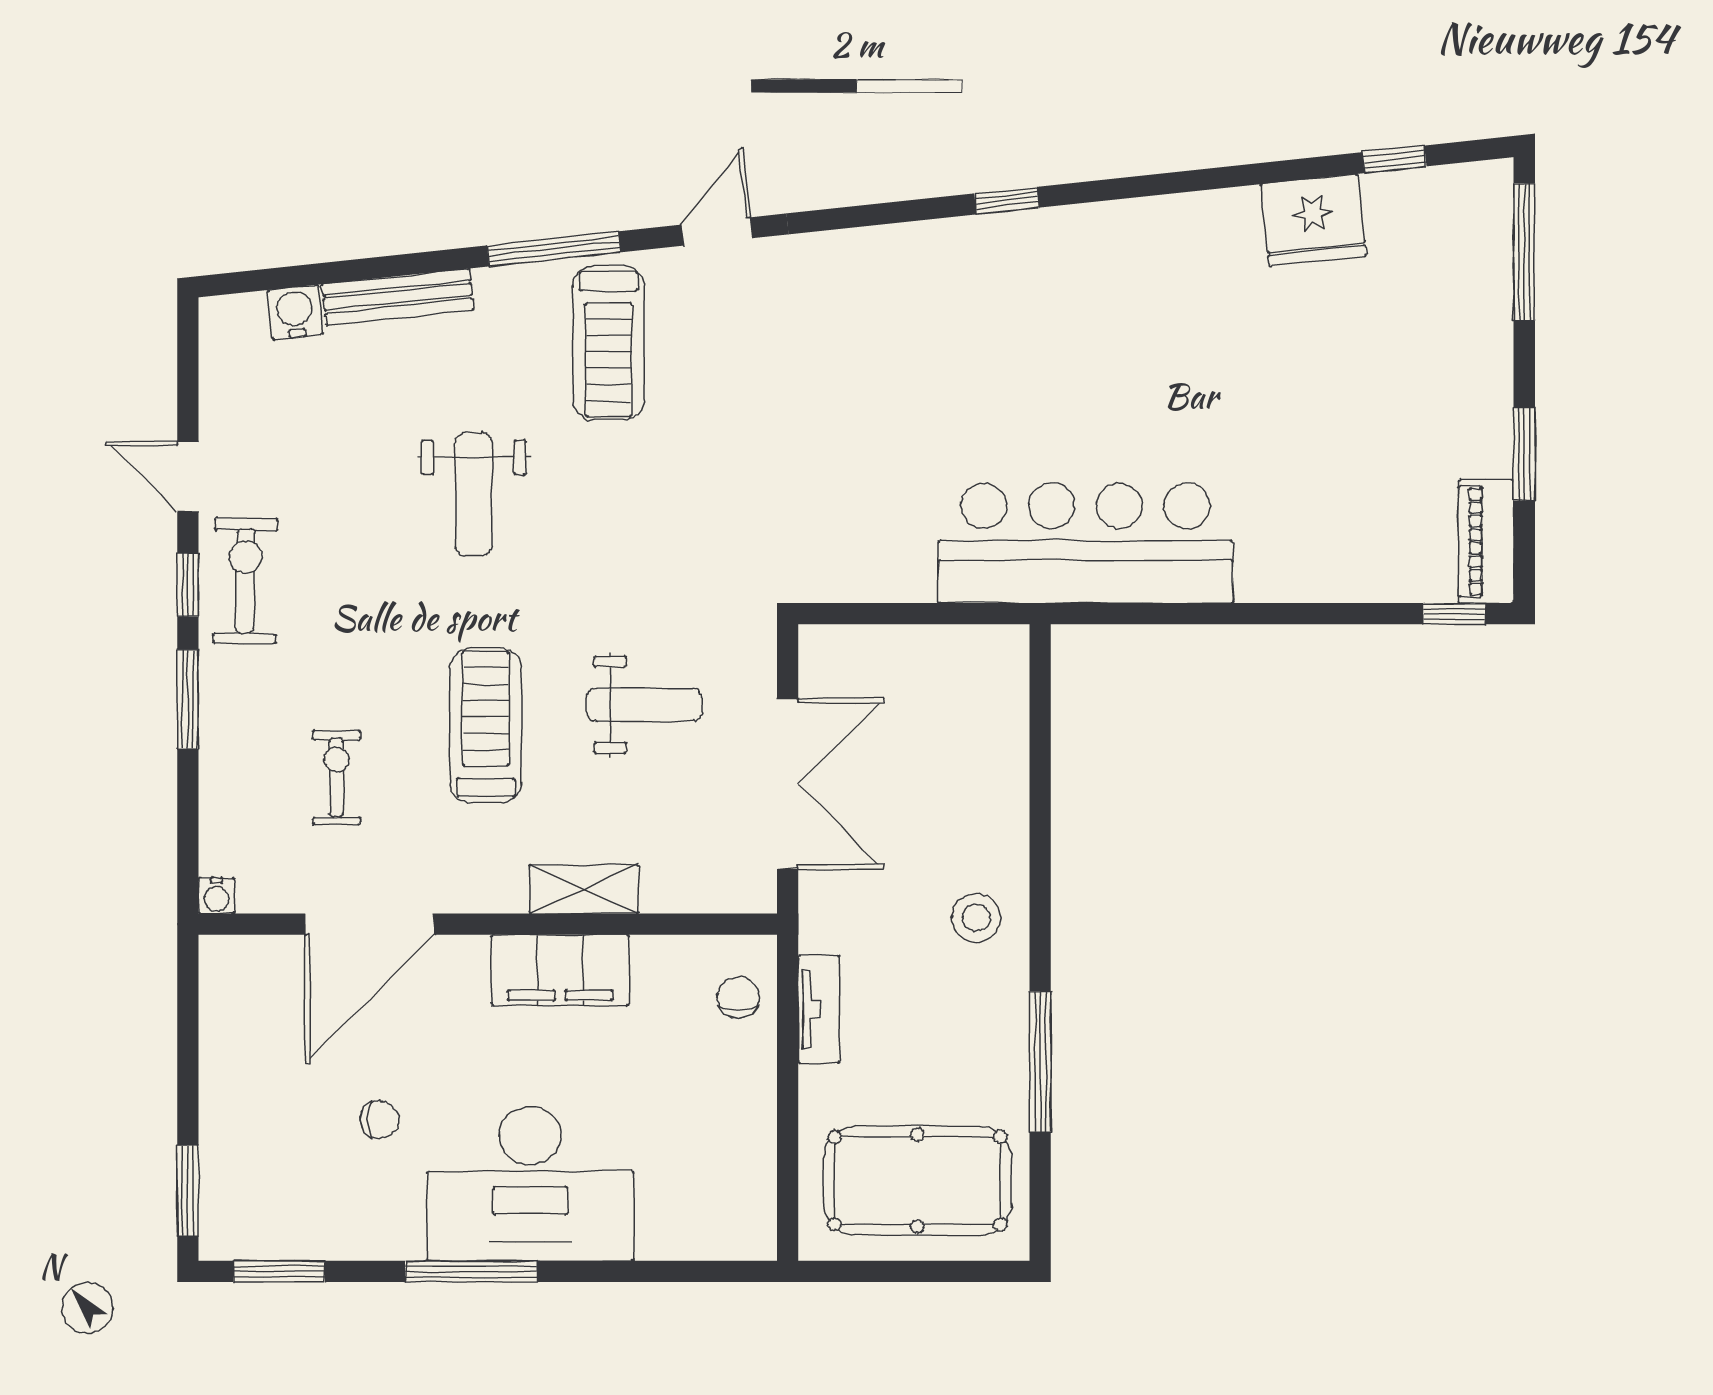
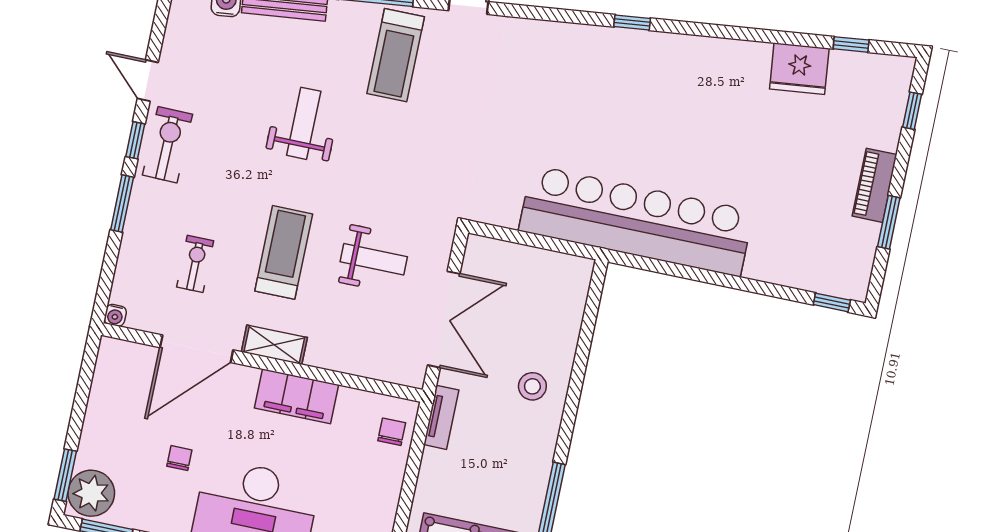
window: (1524, 252) -> (912, 111), width x0.46
weight bench: (474, 494) -> (304, 123), turned 180
piano: (1486, 541) -> (875, 185), moved
bar counter: (1085, 543) -> (636, 221), width x1.36
shelving: (584, 889) -> (274, 345), moved
stool: (976, 918) -> (532, 386), moved
tv unit: (819, 1009) -> (441, 417), moved
chair: (379, 1120) -> (179, 458), turned -90
plant: (239, 1213) -> (91, 493), added

